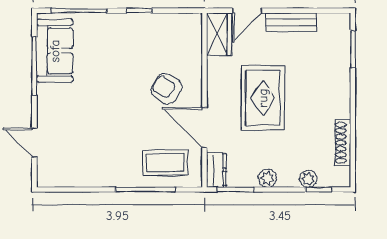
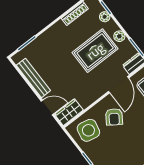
bench: (291, 22) -> (33, 78), width x1.36
side table: (175, 41) -> (88, 130), added
rug: (263, 98) -> (95, 51), moved

